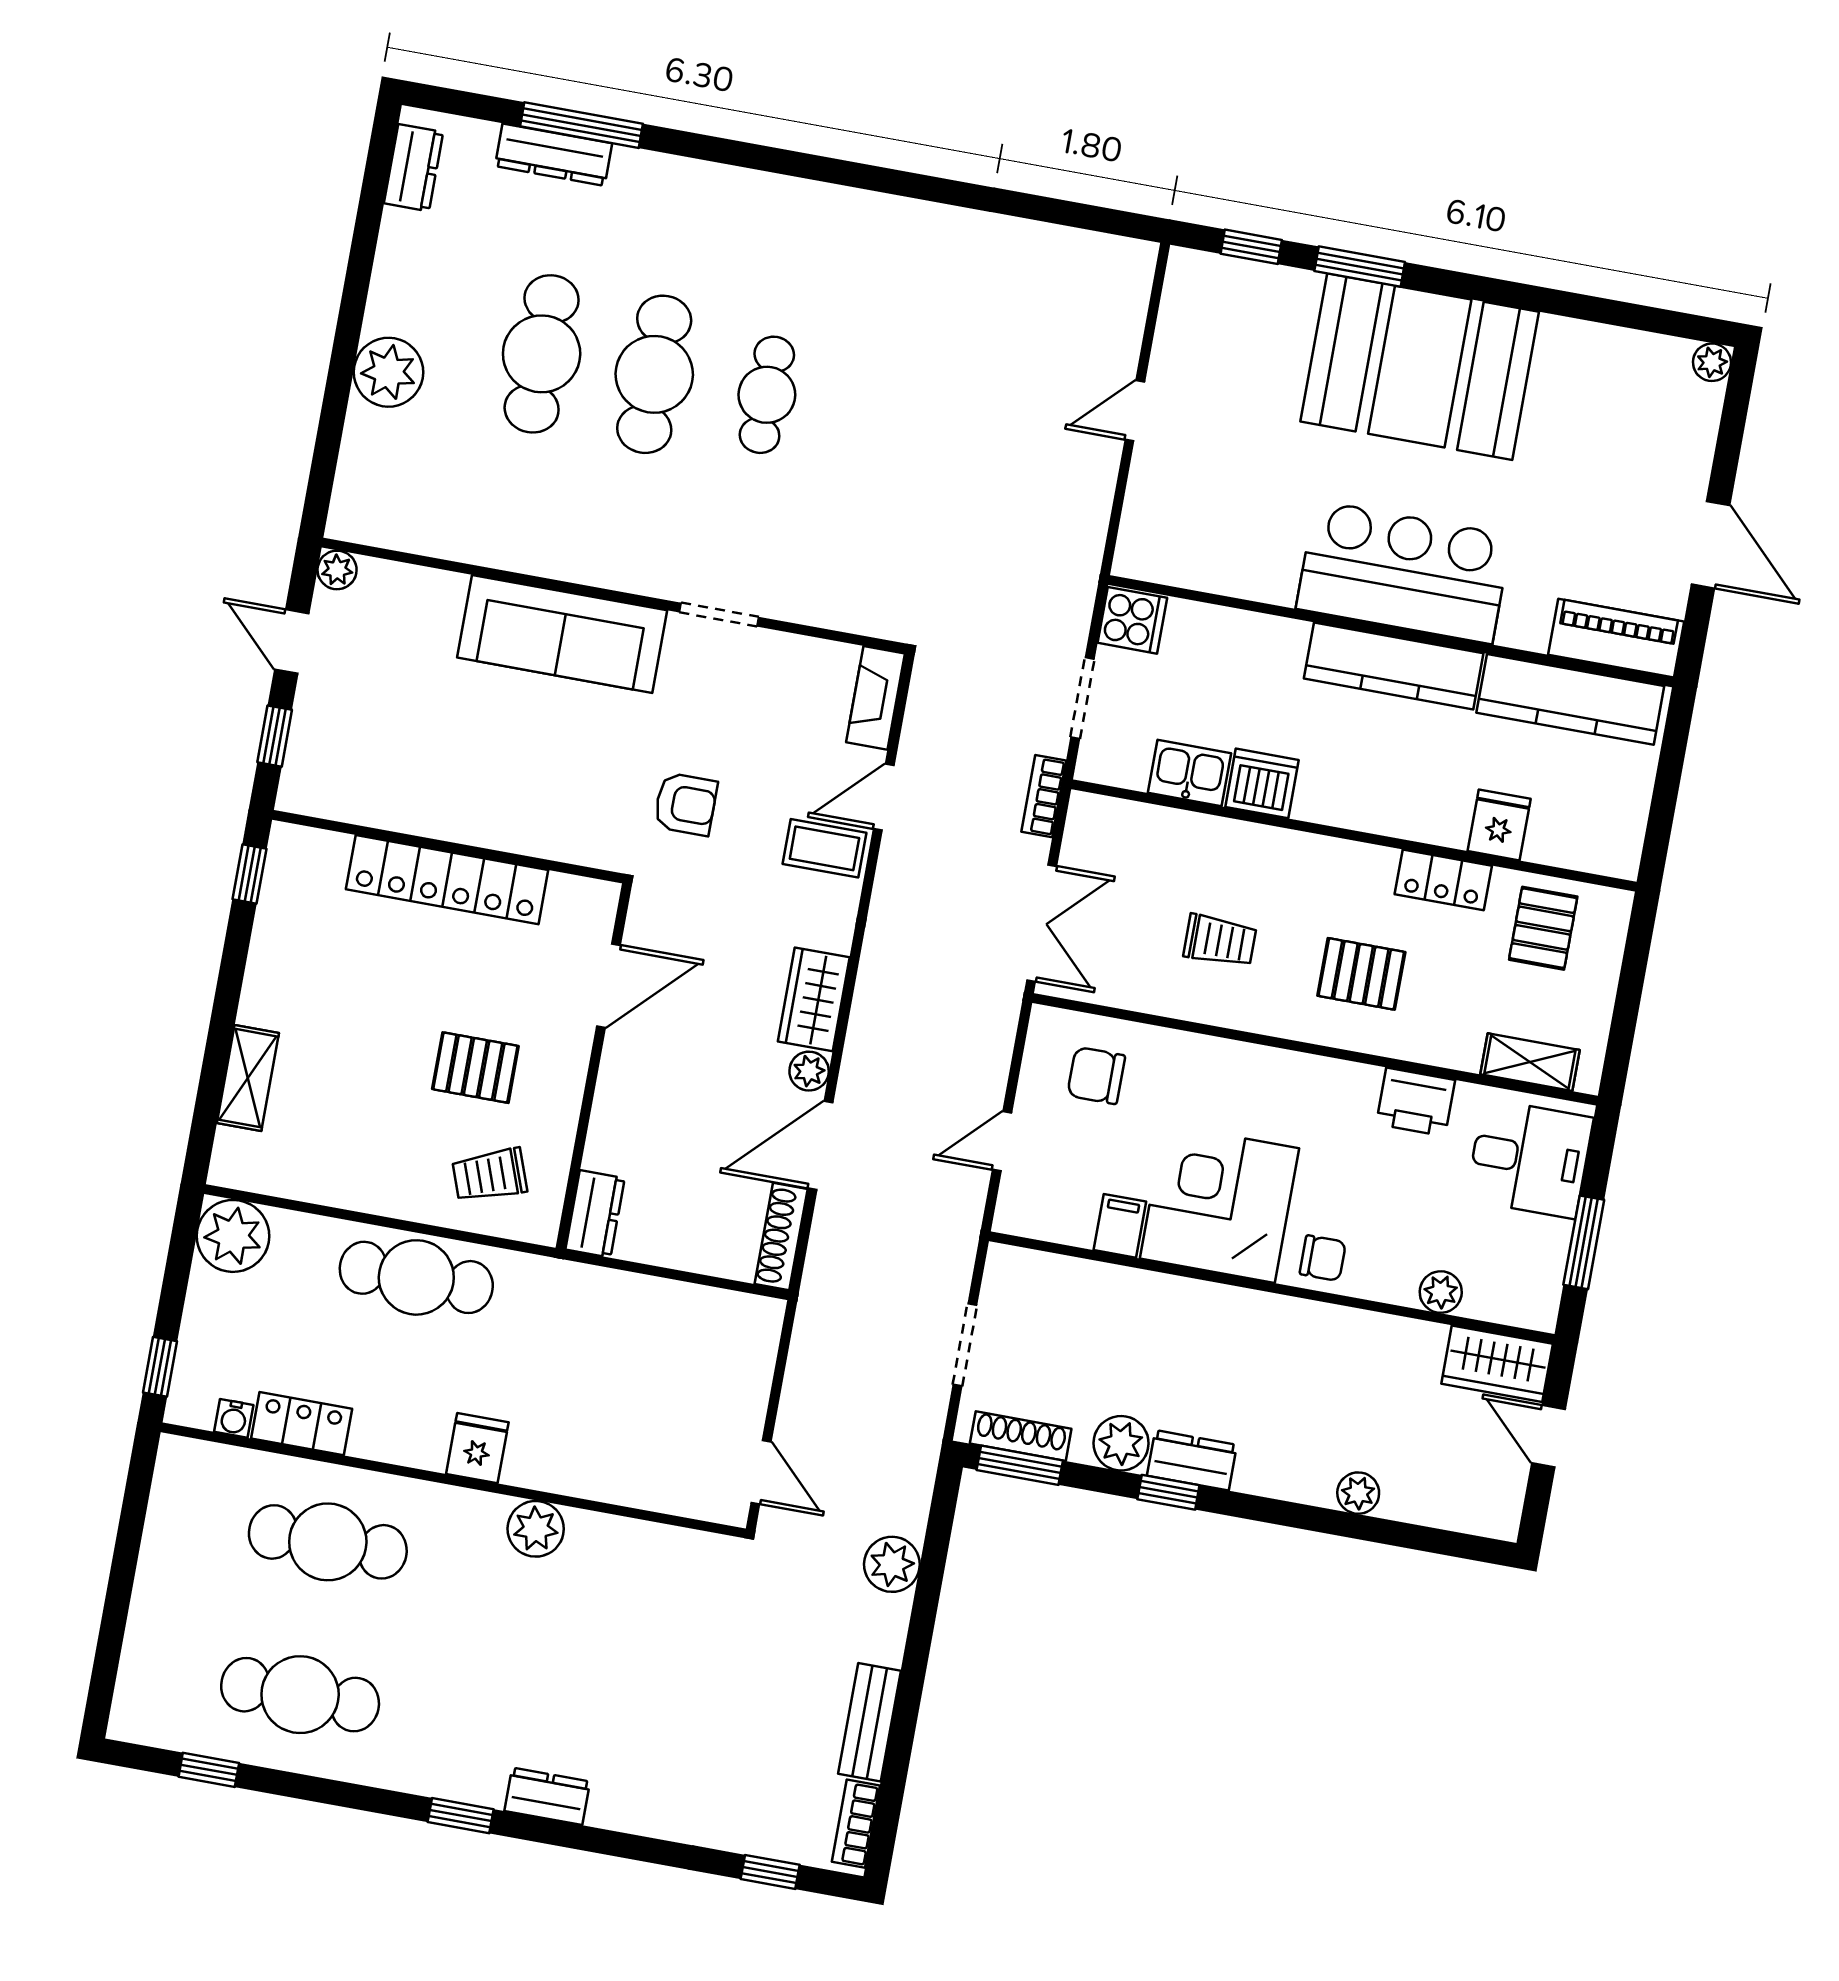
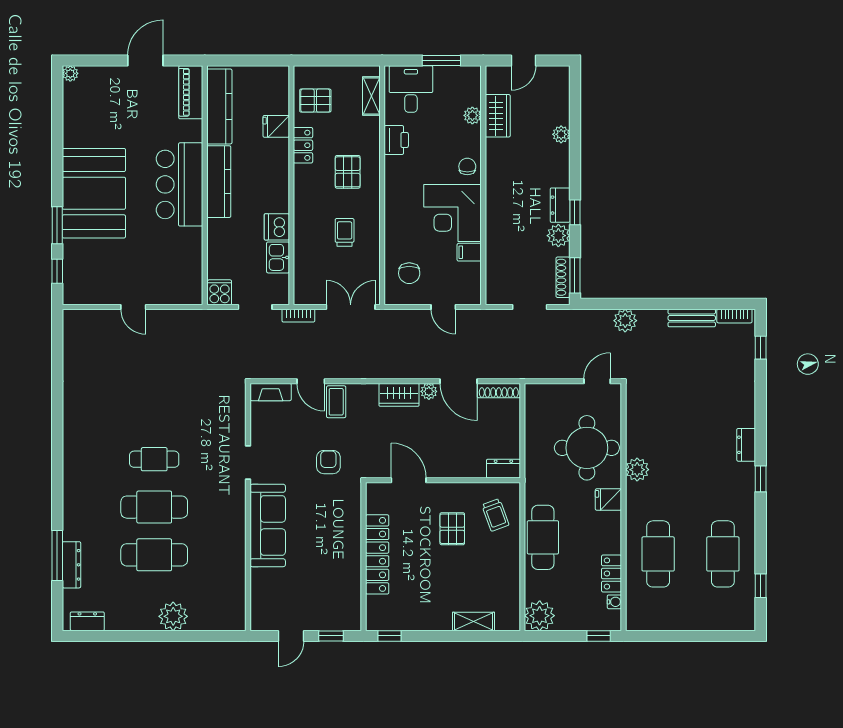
plant: (337, 570) -> (258, 623), removed
wardrobe: (1497, 1364) -> (498, 116), moved
round table: (608, 1419) -> (587, 448), added

